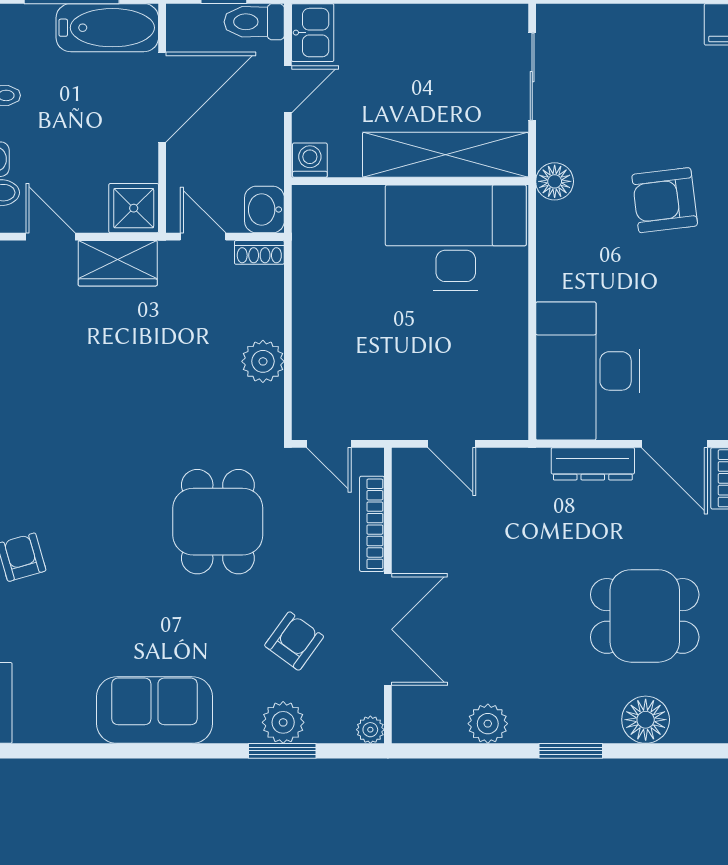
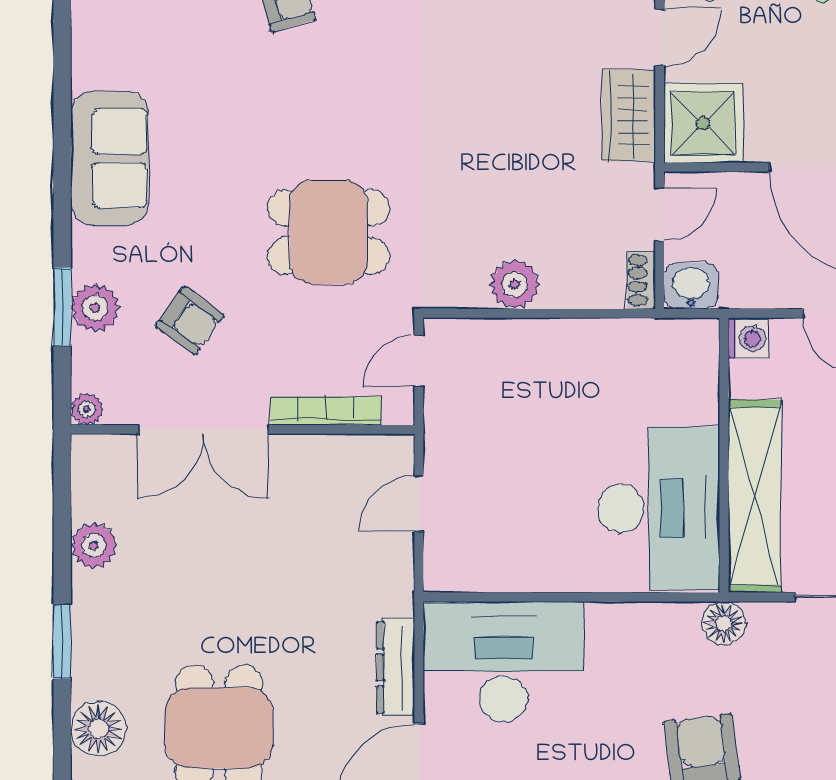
shower: (134, 208) -> (703, 124), width x1.36, depth x1.36

